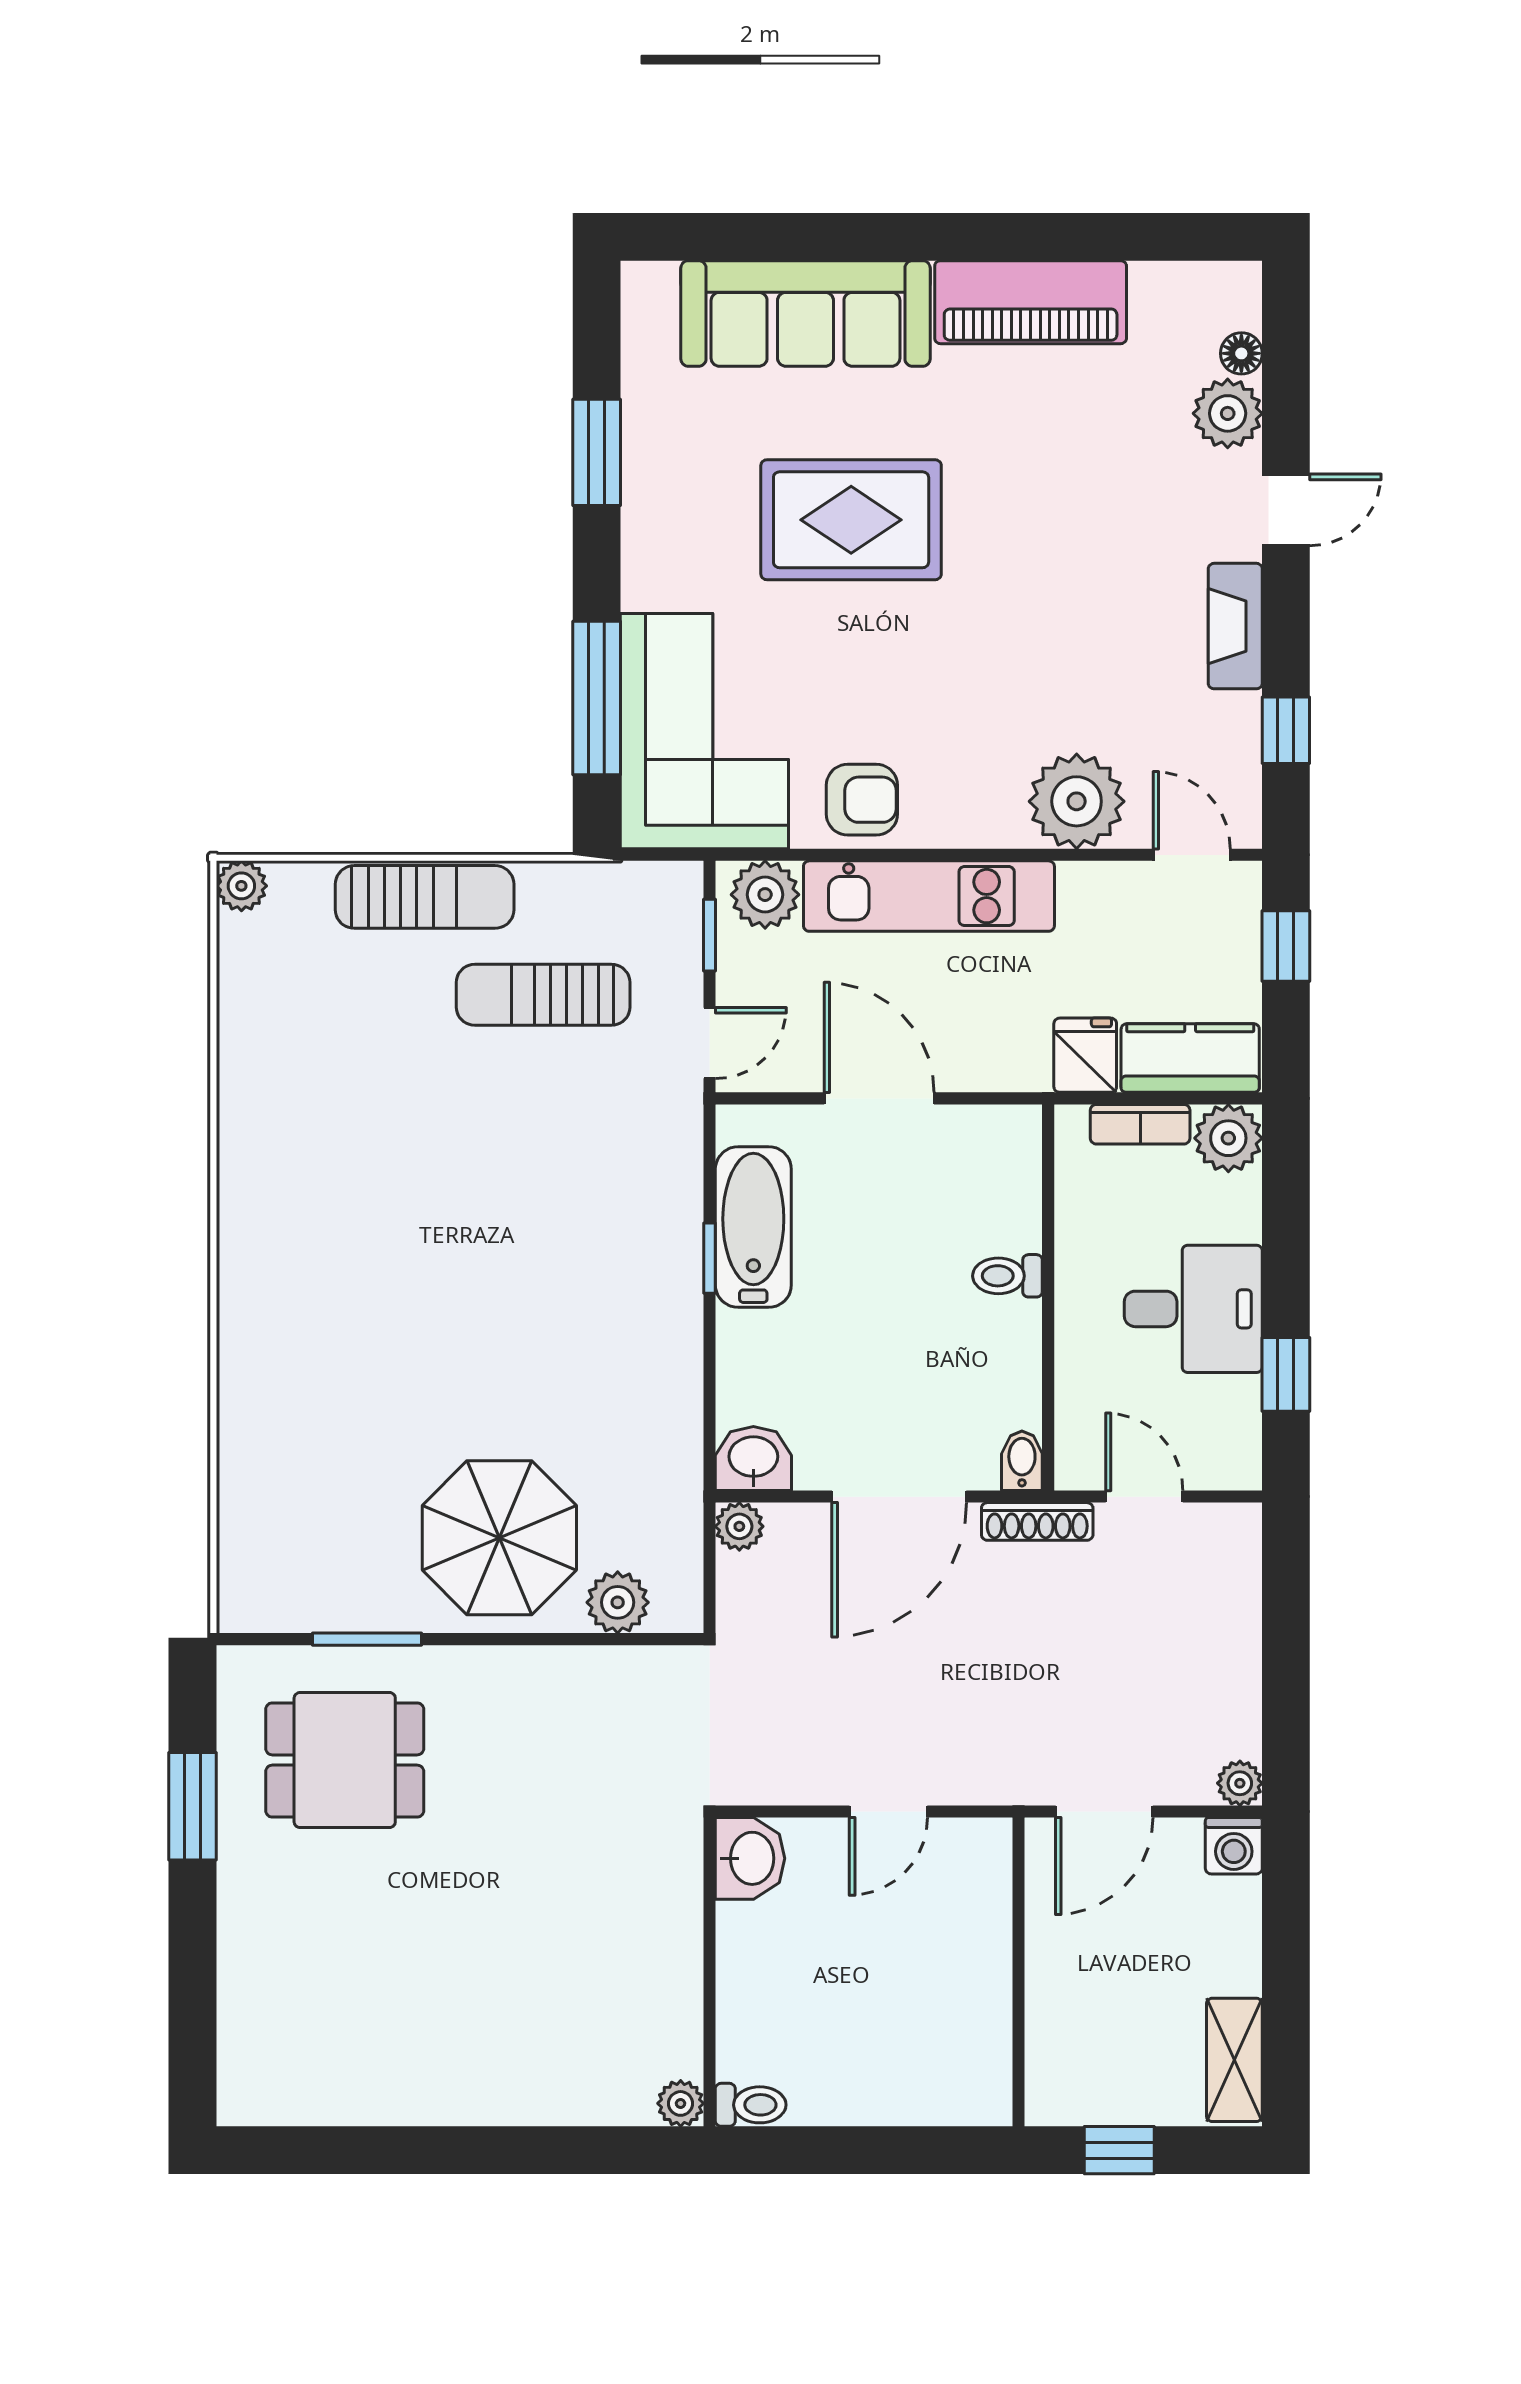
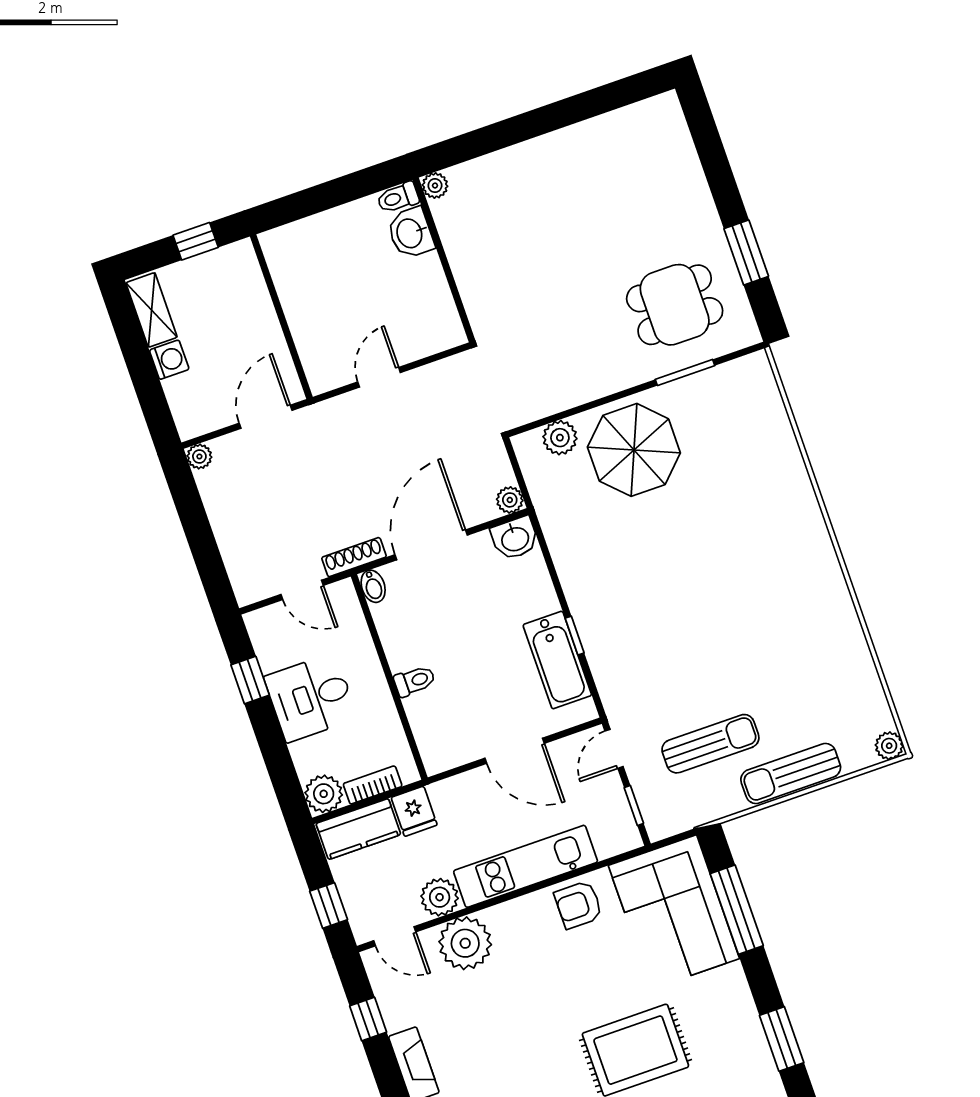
plant: (765, 895) -> (440, 897), moved
washing machine: (1234, 1846) -> (169, 360), moved, turned 90
washbasin: (750, 1858) -> (410, 233), moved

